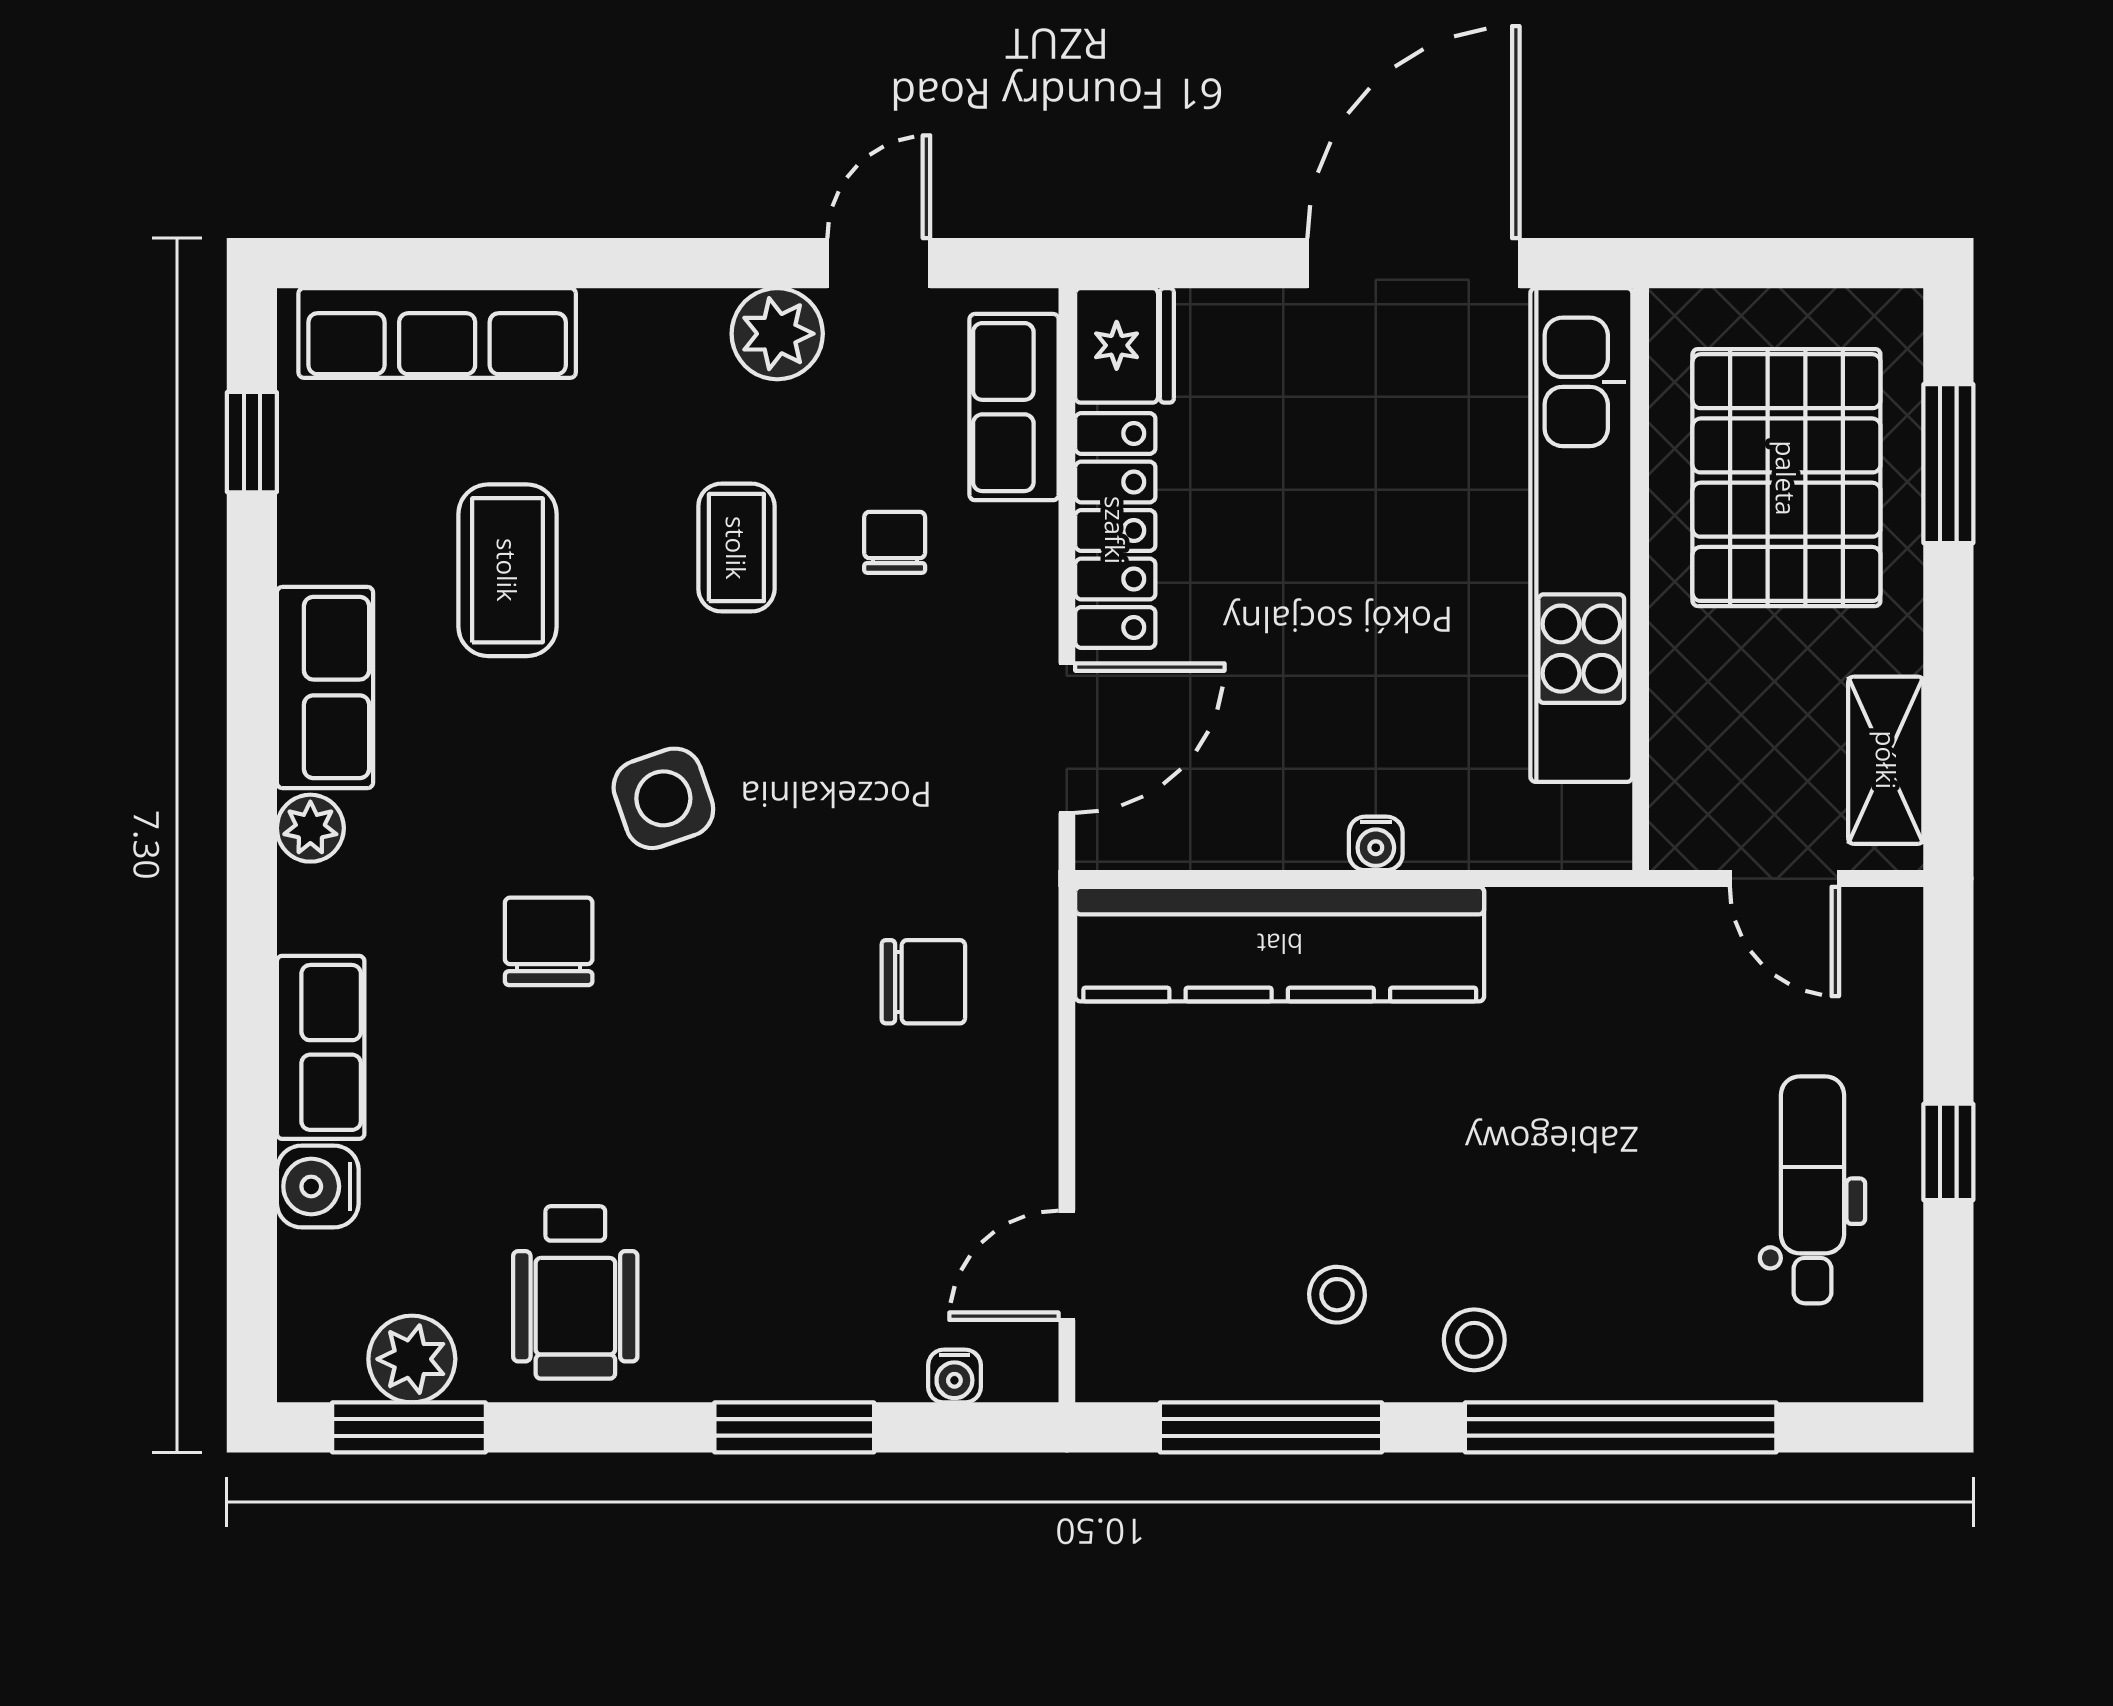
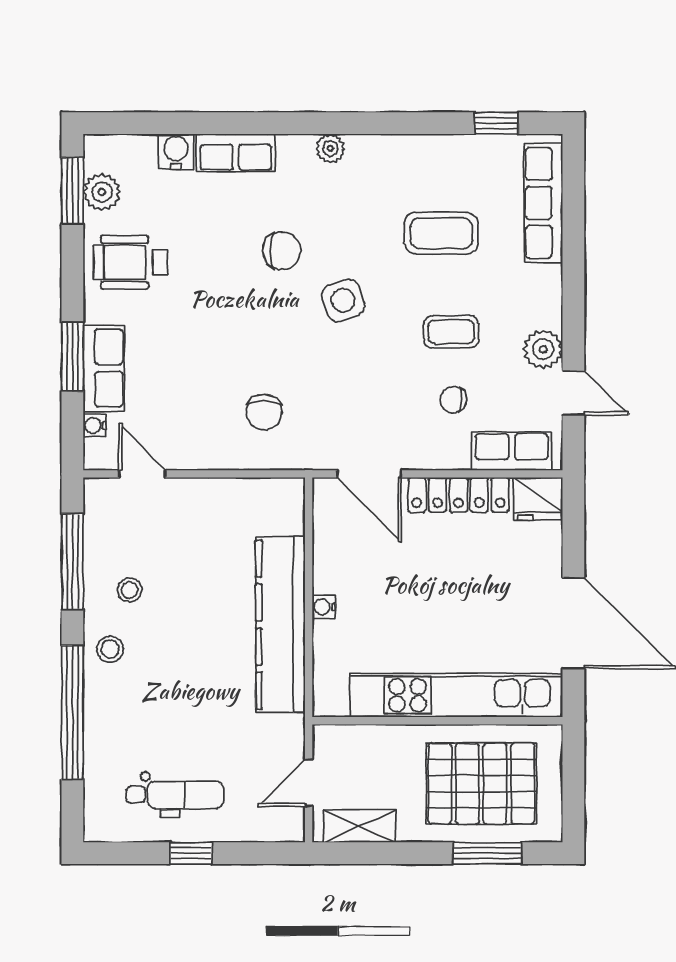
chair: (895, 542) -> (453, 400), turned 180
row of seats: (325, 687) -> (104, 368), moved, turned -90
kitchen counter: (1280, 944) -> (280, 625), moved

